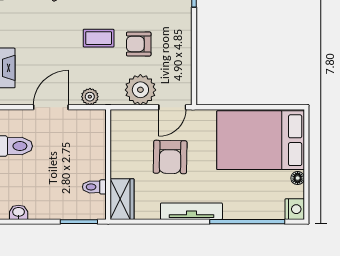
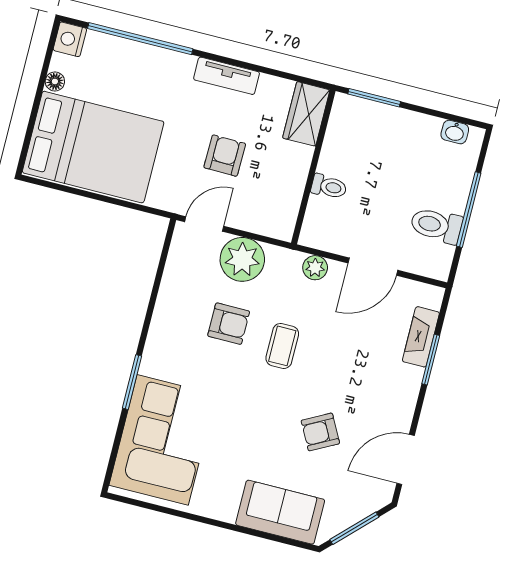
coffee table: (99, 38) -> (282, 346), turned 90
armchair: (170, 157) -> (225, 156), width x0.72, depth x0.72
toilet: (94, 187) -> (329, 187), moved
tv unit: (191, 211) -> (227, 76), width x0.71

